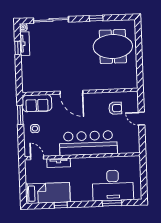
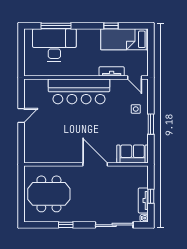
door: (71, 92) -> (95, 164), moved
wall: (80, 92) -> (86, 164), moved
sofa: (37, 103) -> (133, 154), moved
armchair: (115, 108) -> (49, 128), removed
door: (141, 119) -> (21, 116), hinge flipped
window: (112, 203) -> (56, 26), width x1.44

